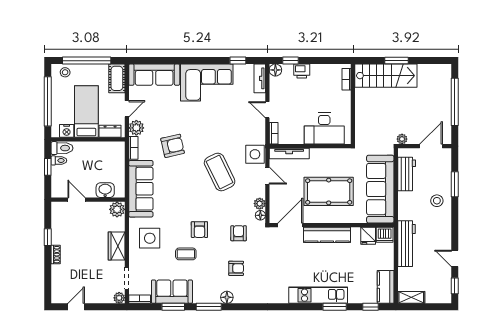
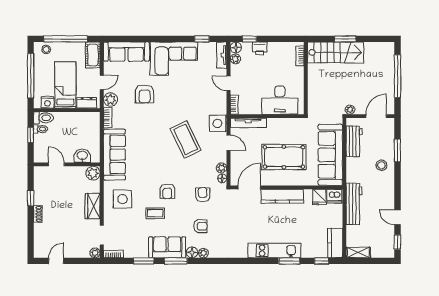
plant: (275, 83) -> (235, 59), added
armchair: (173, 146) -> (145, 94), moved, turned 103
sofa: (172, 292) -> (167, 247), moved
plant: (239, 298) -> (203, 253), added

